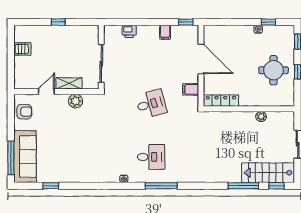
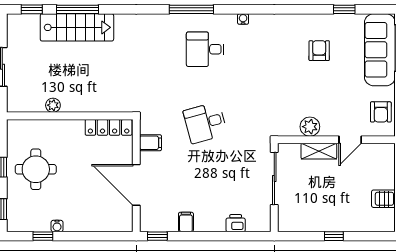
armchair: (24, 112) -> (381, 112), turned -90
armchair: (69, 156) -> (319, 51), added
stairs: (268, 173) -> (77, 27), moved

